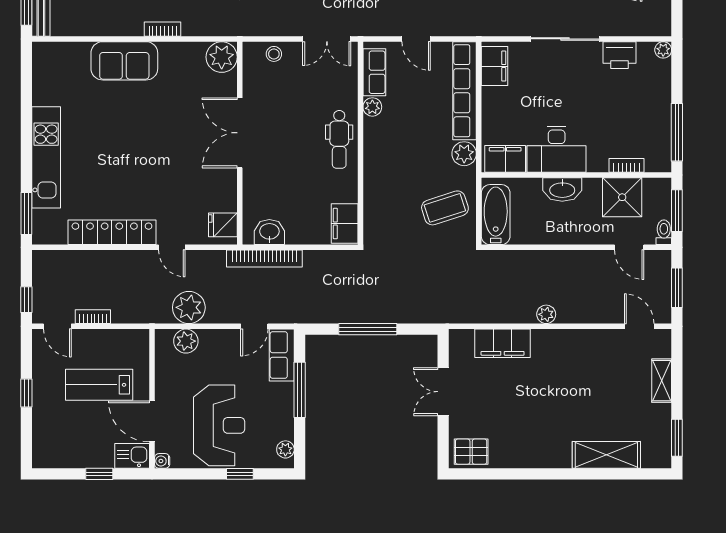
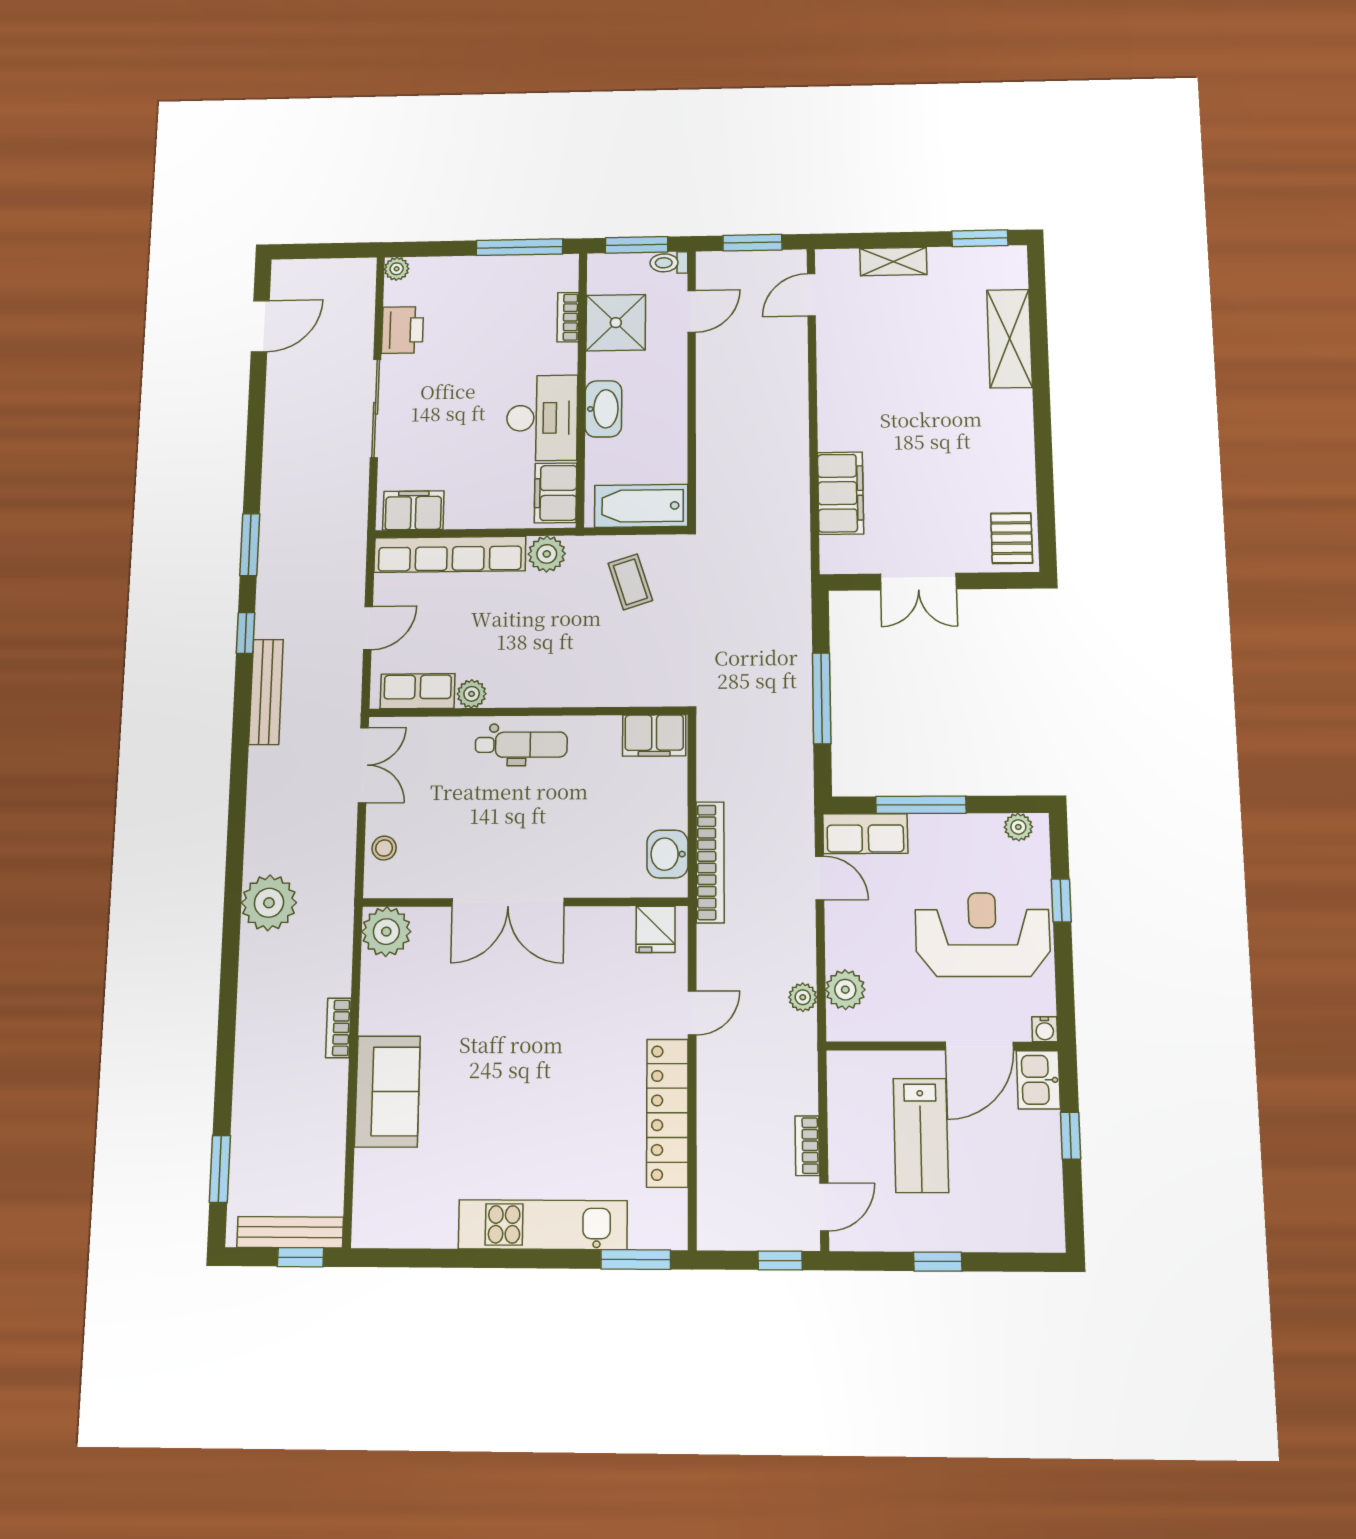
coffee table: (445, 208) -> (630, 582), width x0.73, depth x0.77
plant: (189, 307) -> (803, 997), width x0.53, depth x0.53
plant: (546, 314) -> (795, 429), removed

